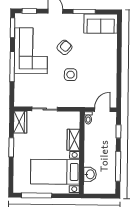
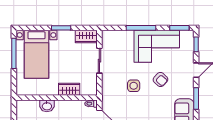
bed with nightstands: (55, 172) -> (36, 54), moved, turned 180
washbasin: (90, 174) -> (47, 106), moved

